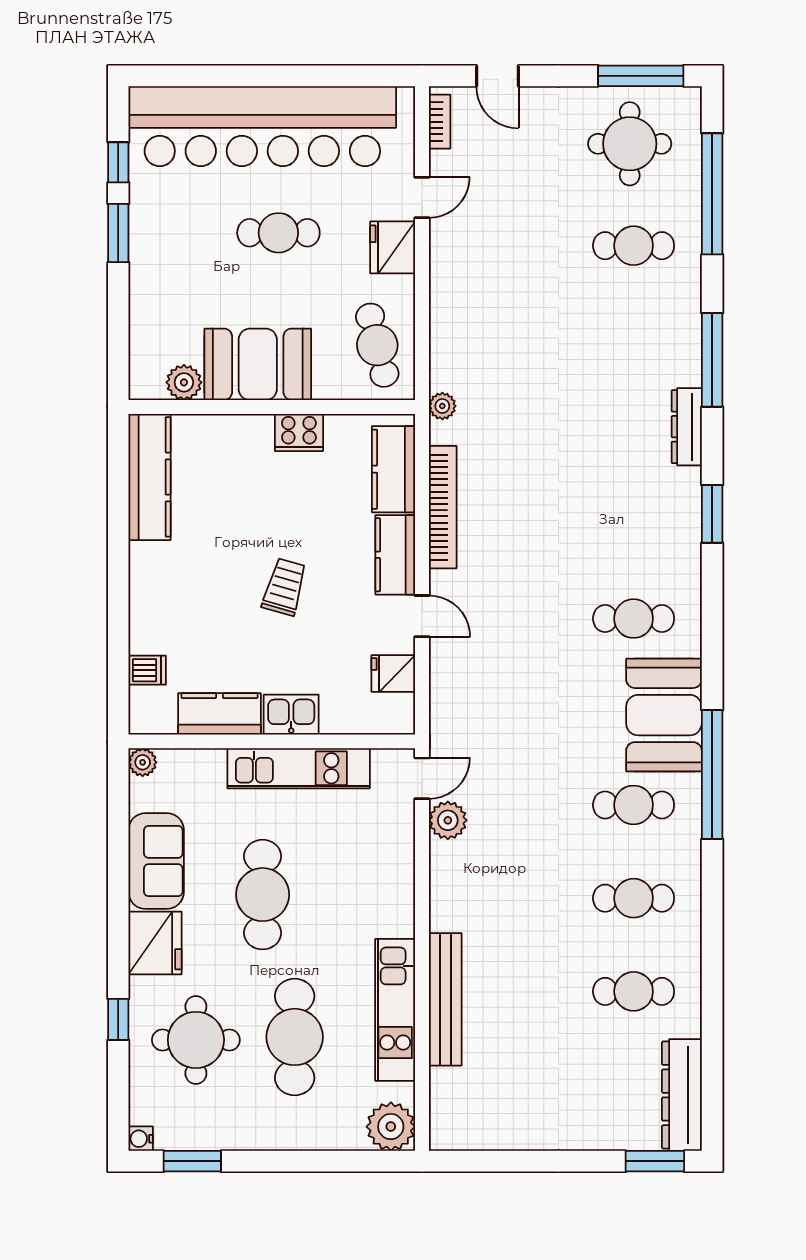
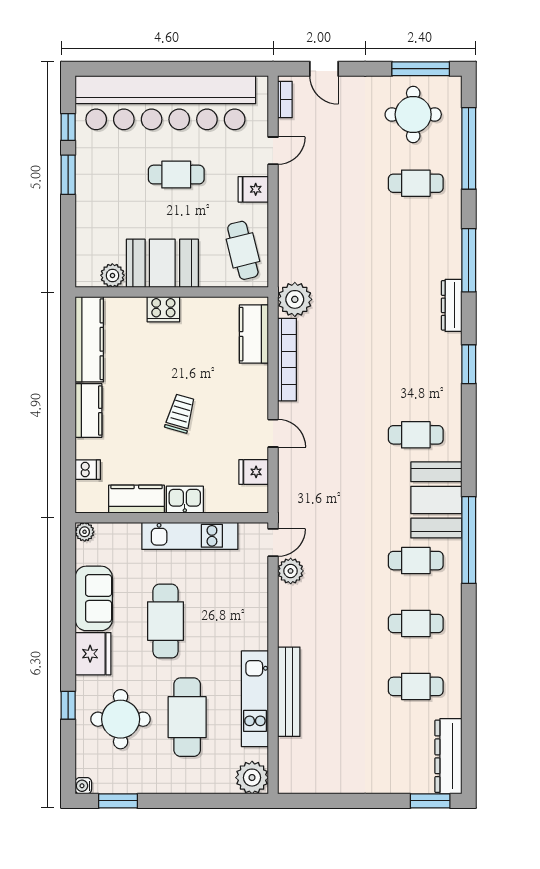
fridge: (393, 247) -> (253, 189), width x0.72
plant: (442, 406) -> (295, 299), width x1.88, depth x1.88
cooker: (299, 432) -> (163, 309), moved
kitchen counter: (395, 555) -> (88, 411), moved, turned 180

